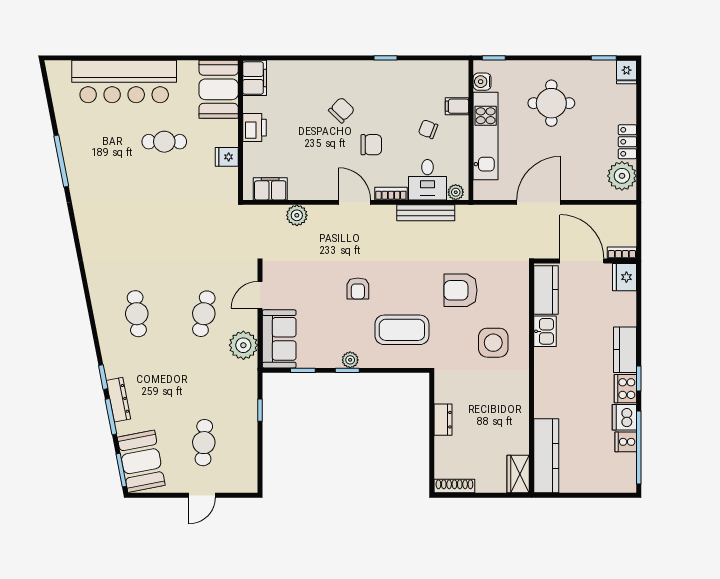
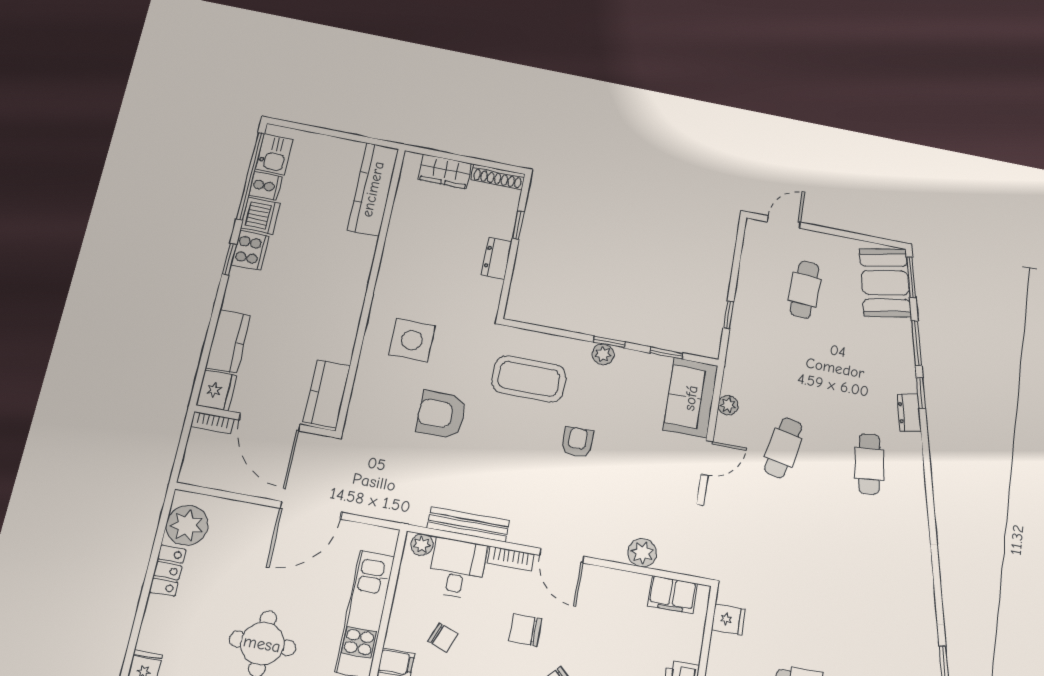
fridge: (227, 157) -> (728, 620), moved
armchair: (461, 290) -> (441, 415), turned 180
kitchen sink: (545, 331) -> (274, 154), moved, turned 180
plant: (243, 345) -> (728, 405), width x0.53, depth x0.53
kitchen counter: (625, 350) -> (228, 341), moved
dresser: (118, 400) -> (909, 413), moved, width x0.70
window: (432, 450) -> (518, 225), added
wardrobe: (518, 474) -> (445, 171), moved, turned 90
door: (202, 495) -> (784, 222), moved

